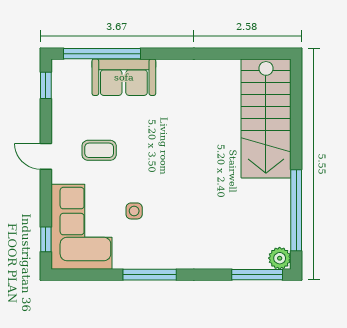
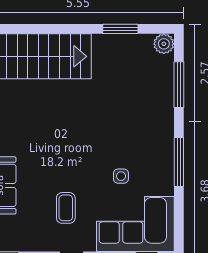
window: (296, 210) -> (120, 29), width x0.47
window: (257, 275) -> (179, 85), moved

